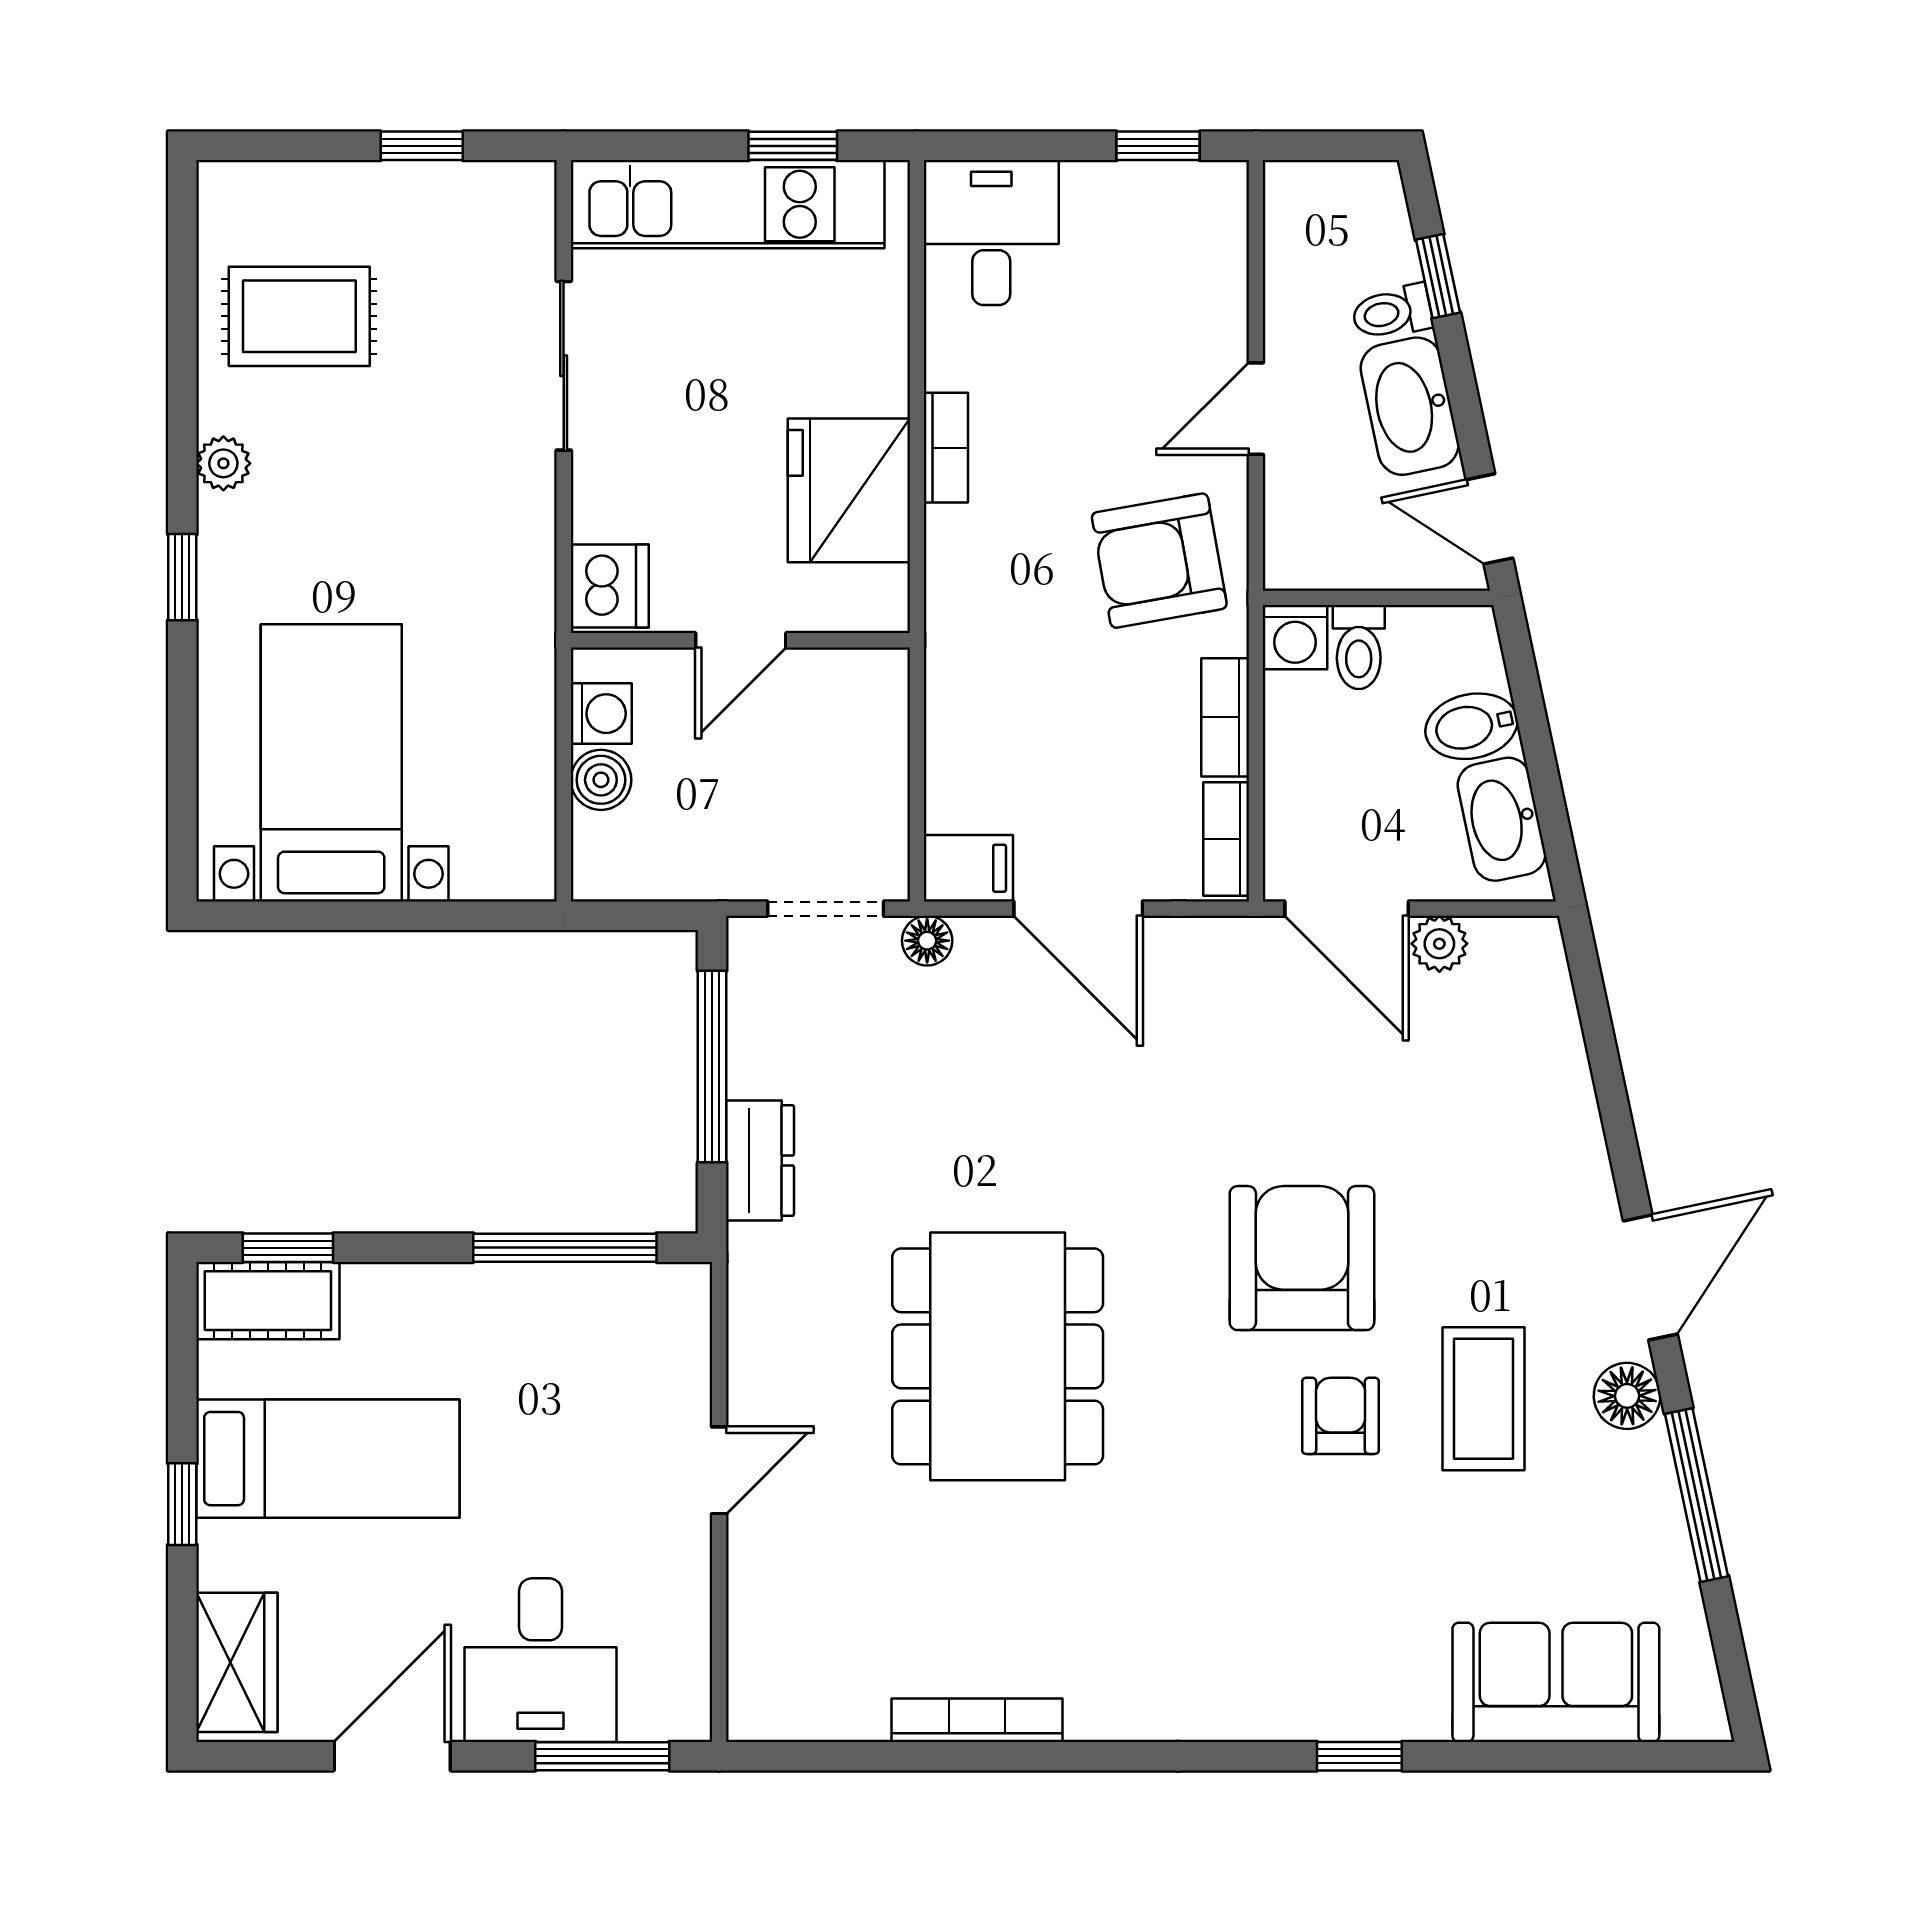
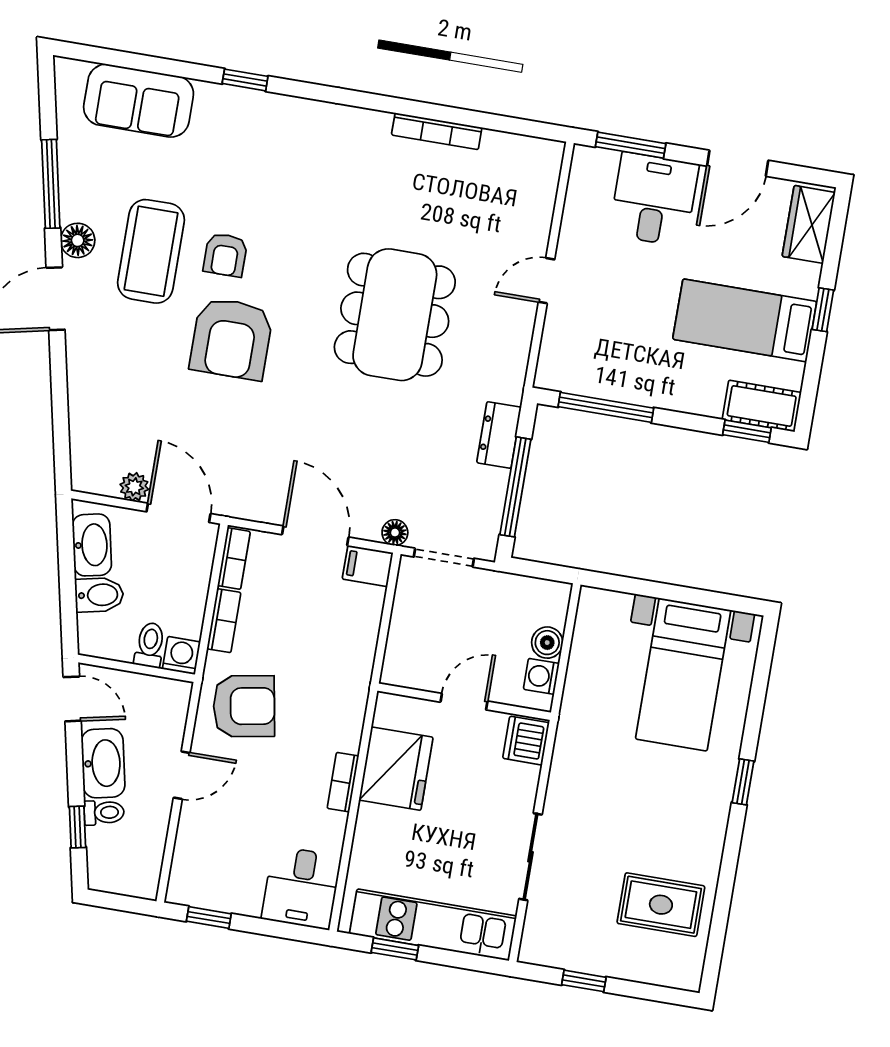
plant: (223, 463) -> (712, 836), removed
coffee table: (1484, 1399) -> (151, 251), width x1.36, depth x1.32

